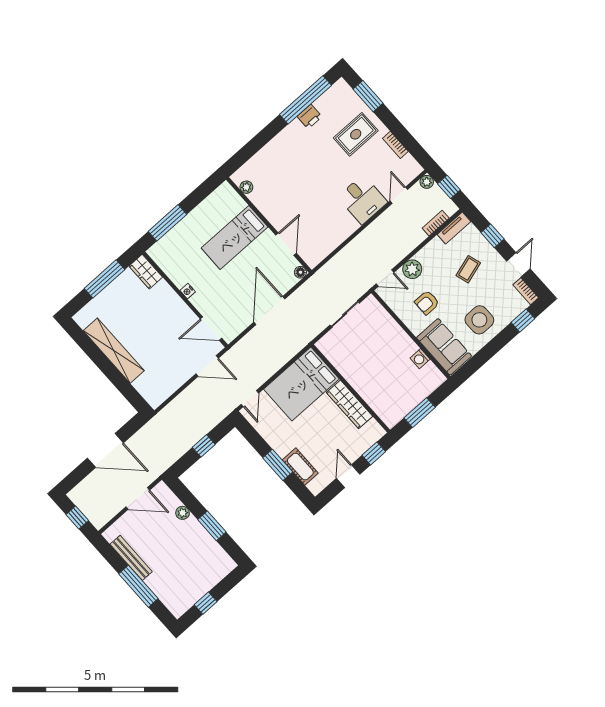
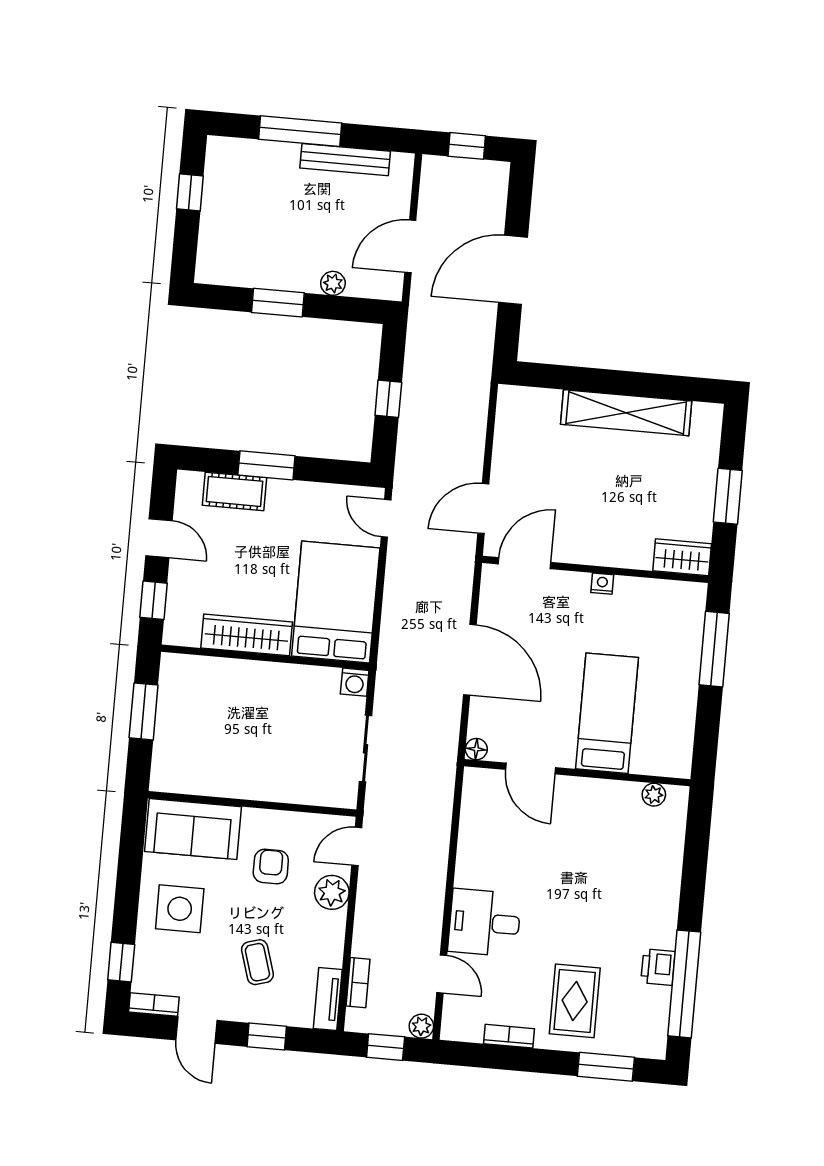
window: (104, 279) -> (728, 496), width x0.69
washing machine: (420, 359) -> (355, 682), moved, turned 180

